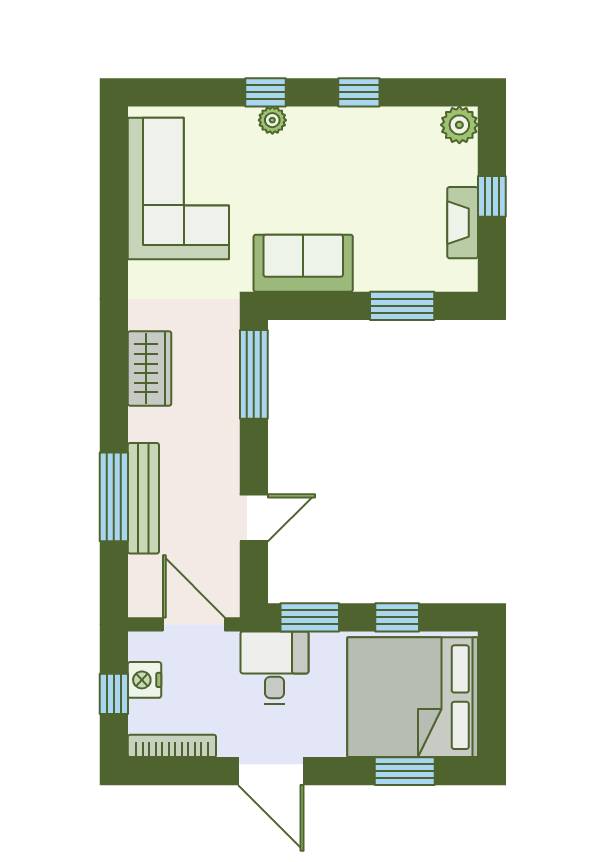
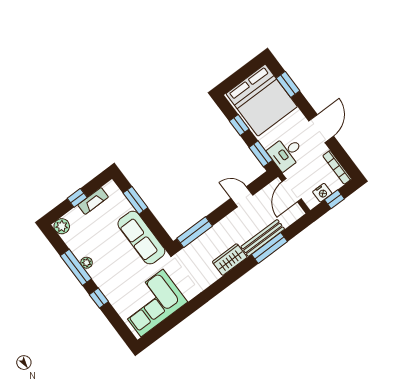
window: (359, 92) -> (76, 267), width x2.17
plant: (272, 120) -> (87, 263), moved
sofa: (303, 263) -> (141, 238), width x1.36
wardrobe: (150, 368) -> (230, 260), moved

